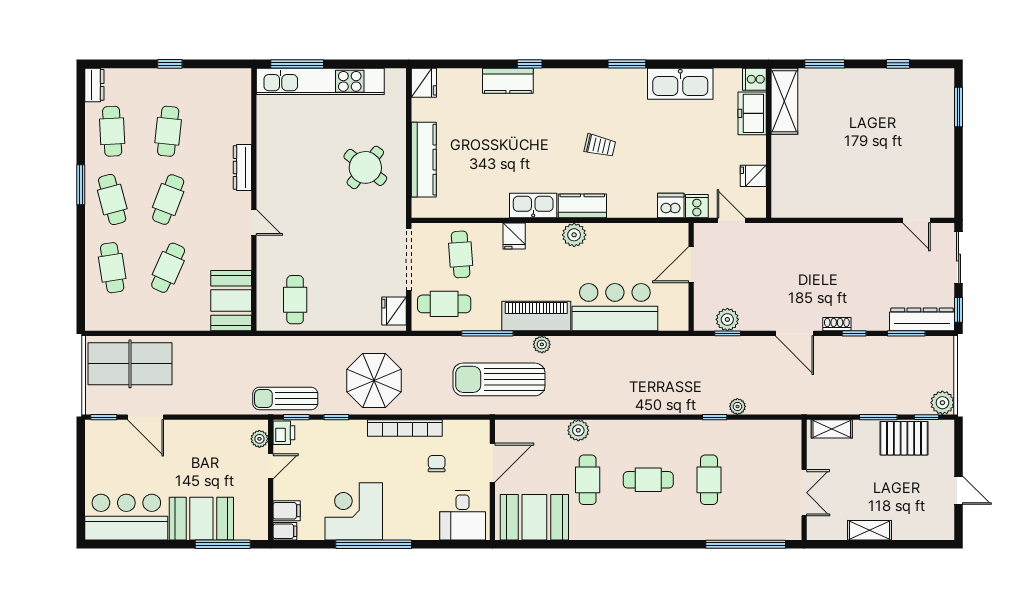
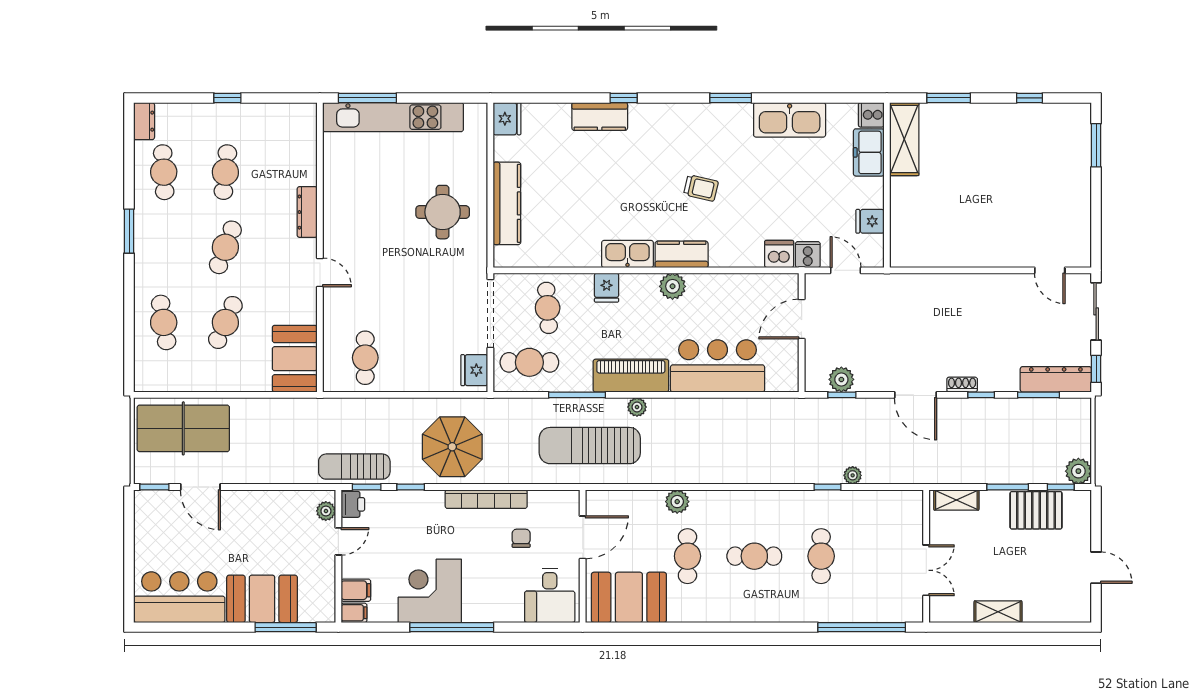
round table: (365, 167) -> (443, 212), turned -38
cafe table: (112, 199) -> (164, 247), removed

